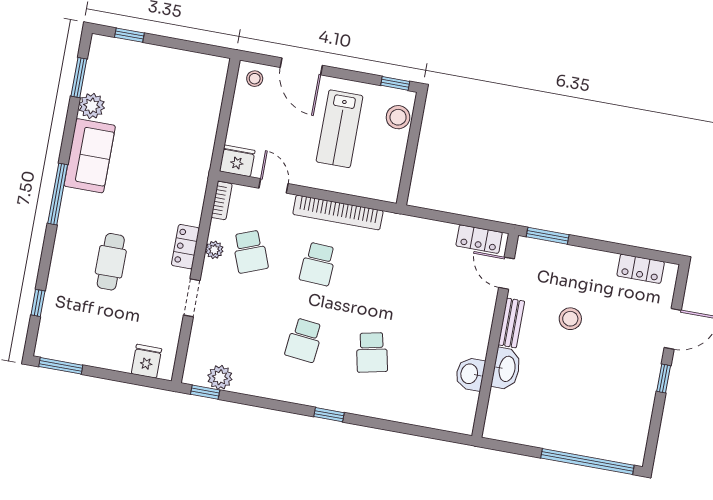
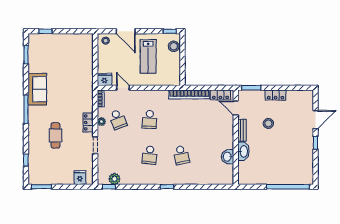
plant: (92, 106) -> (34, 66), removed
bookcase: (338, 212) -> (189, 94), moved
locker: (641, 269) -> (276, 95), moved

